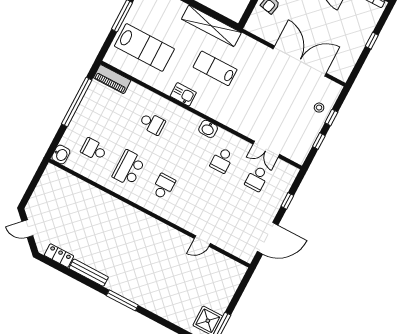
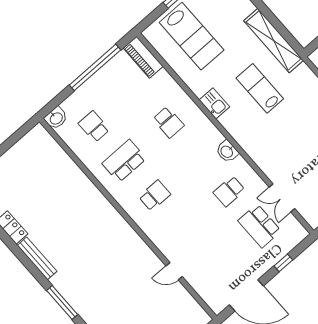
school desk: (257, 179) -> (259, 226), width x1.85

